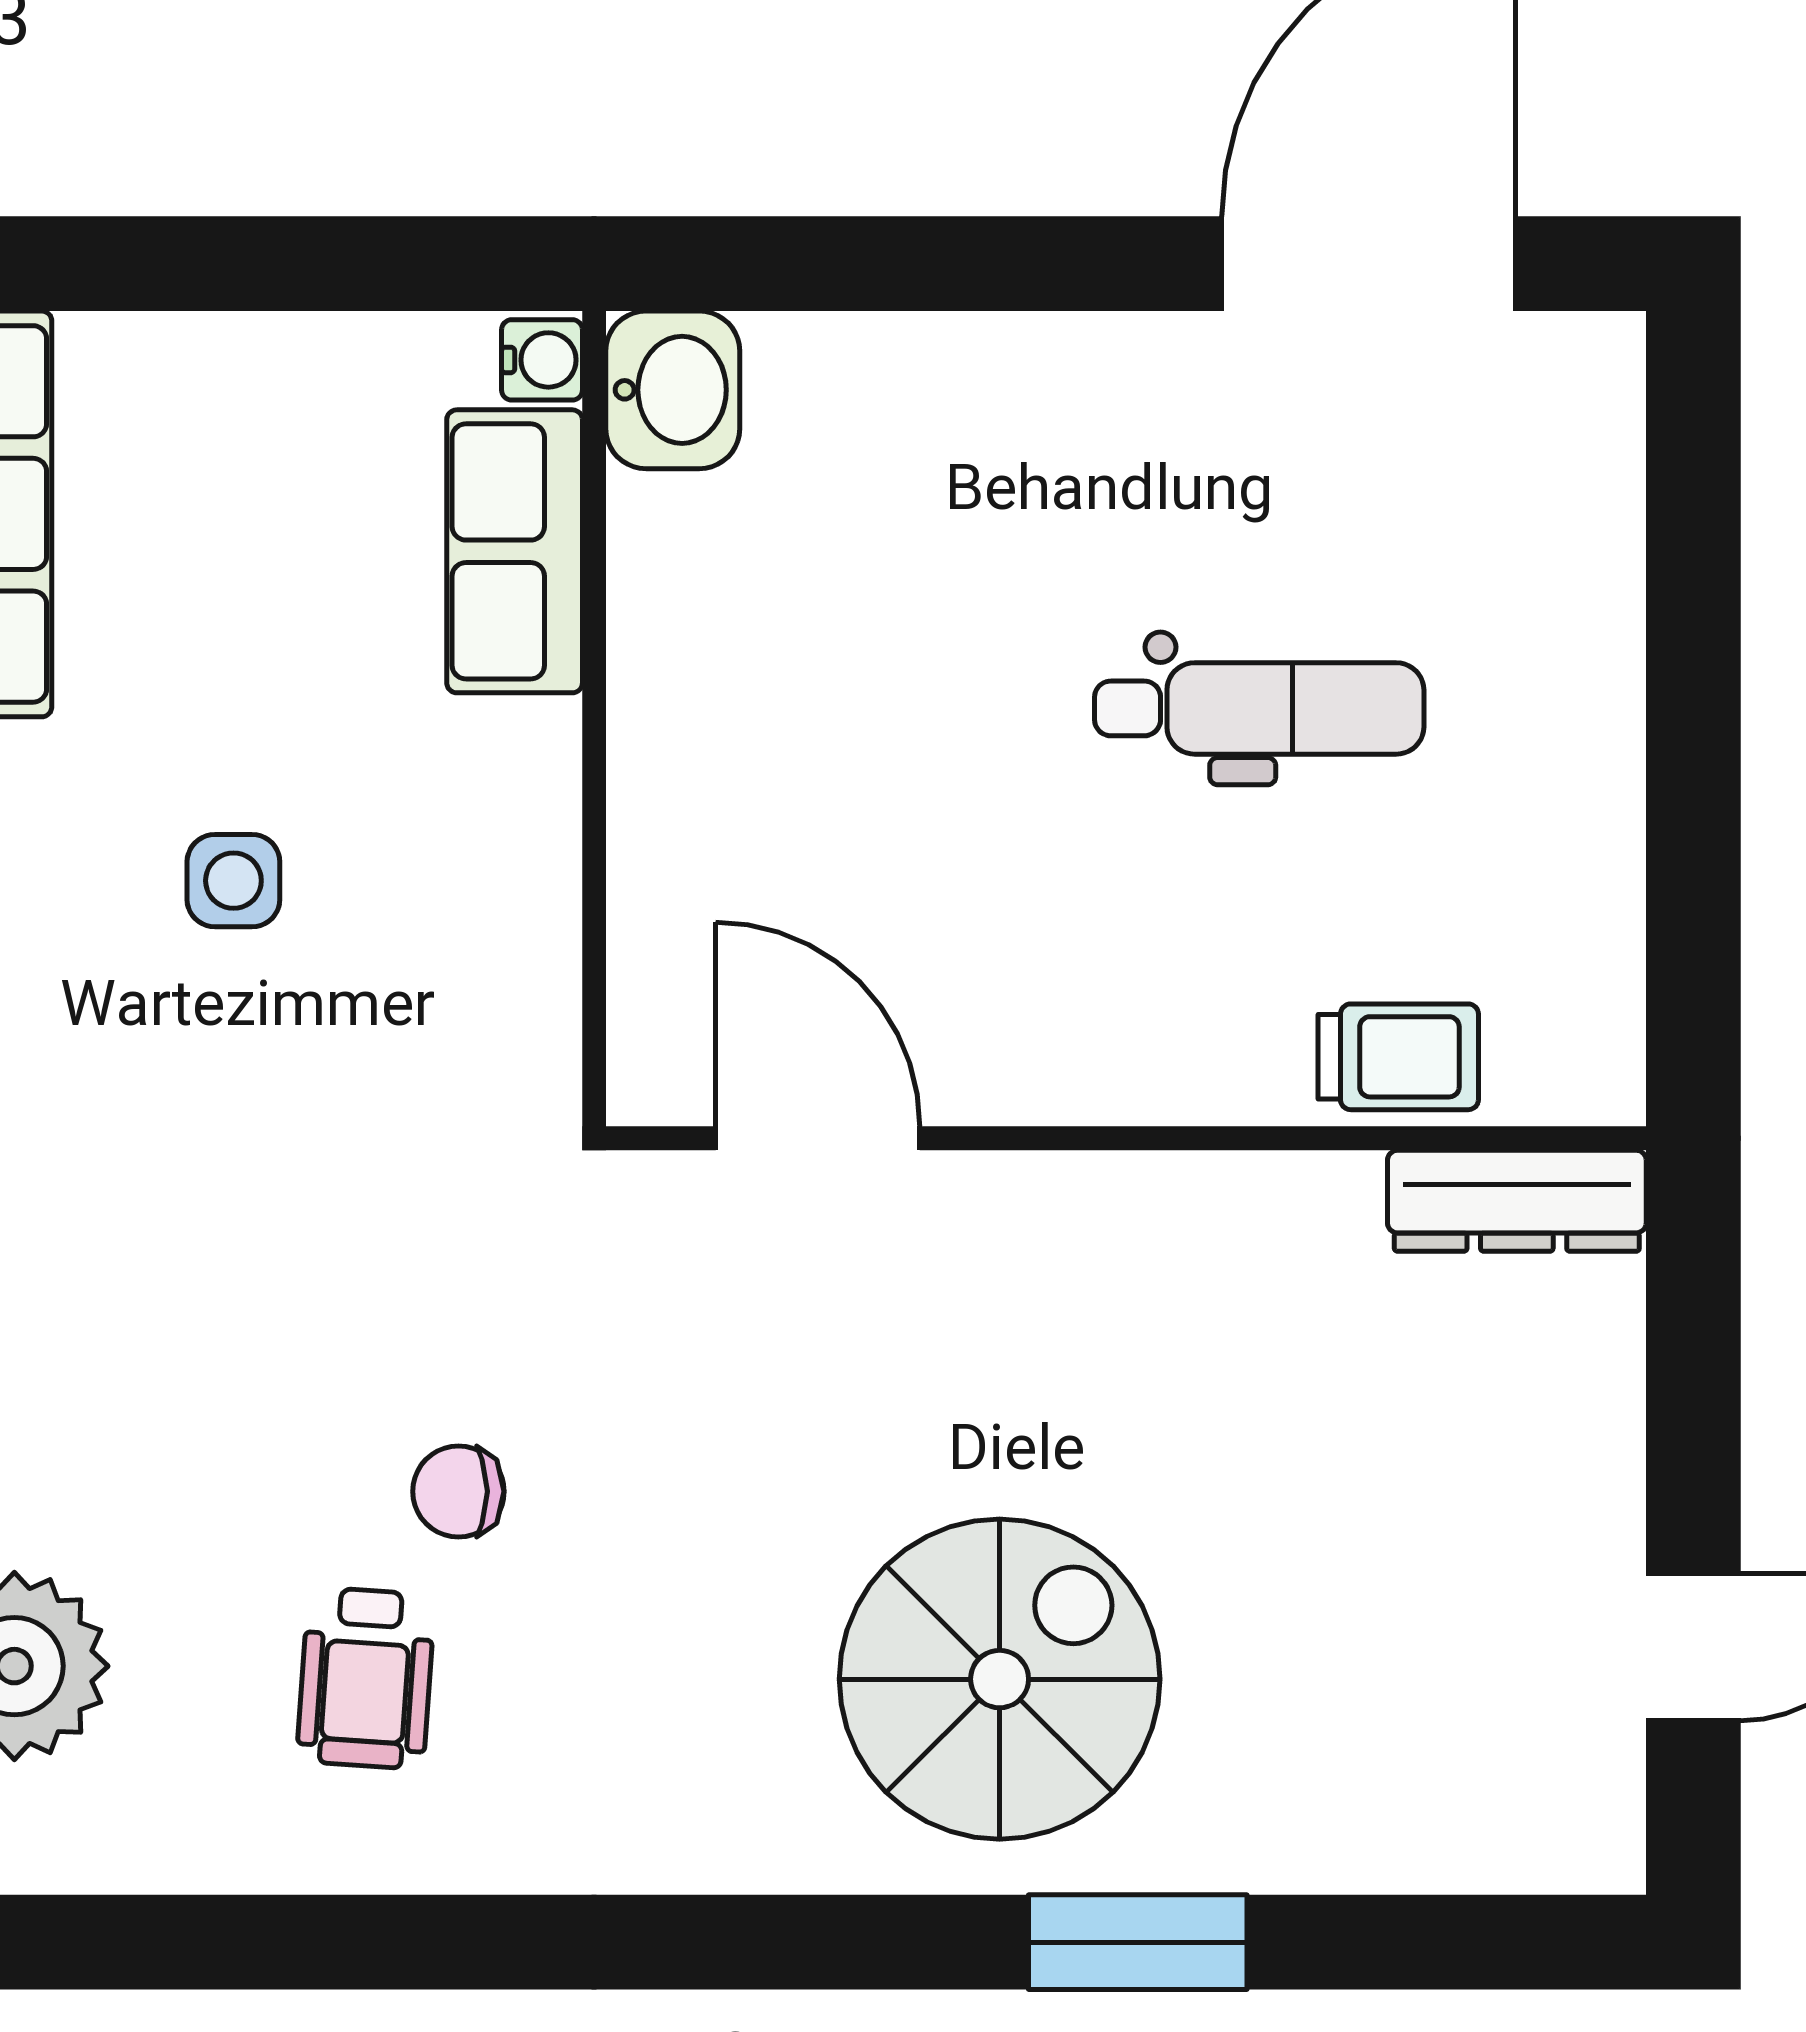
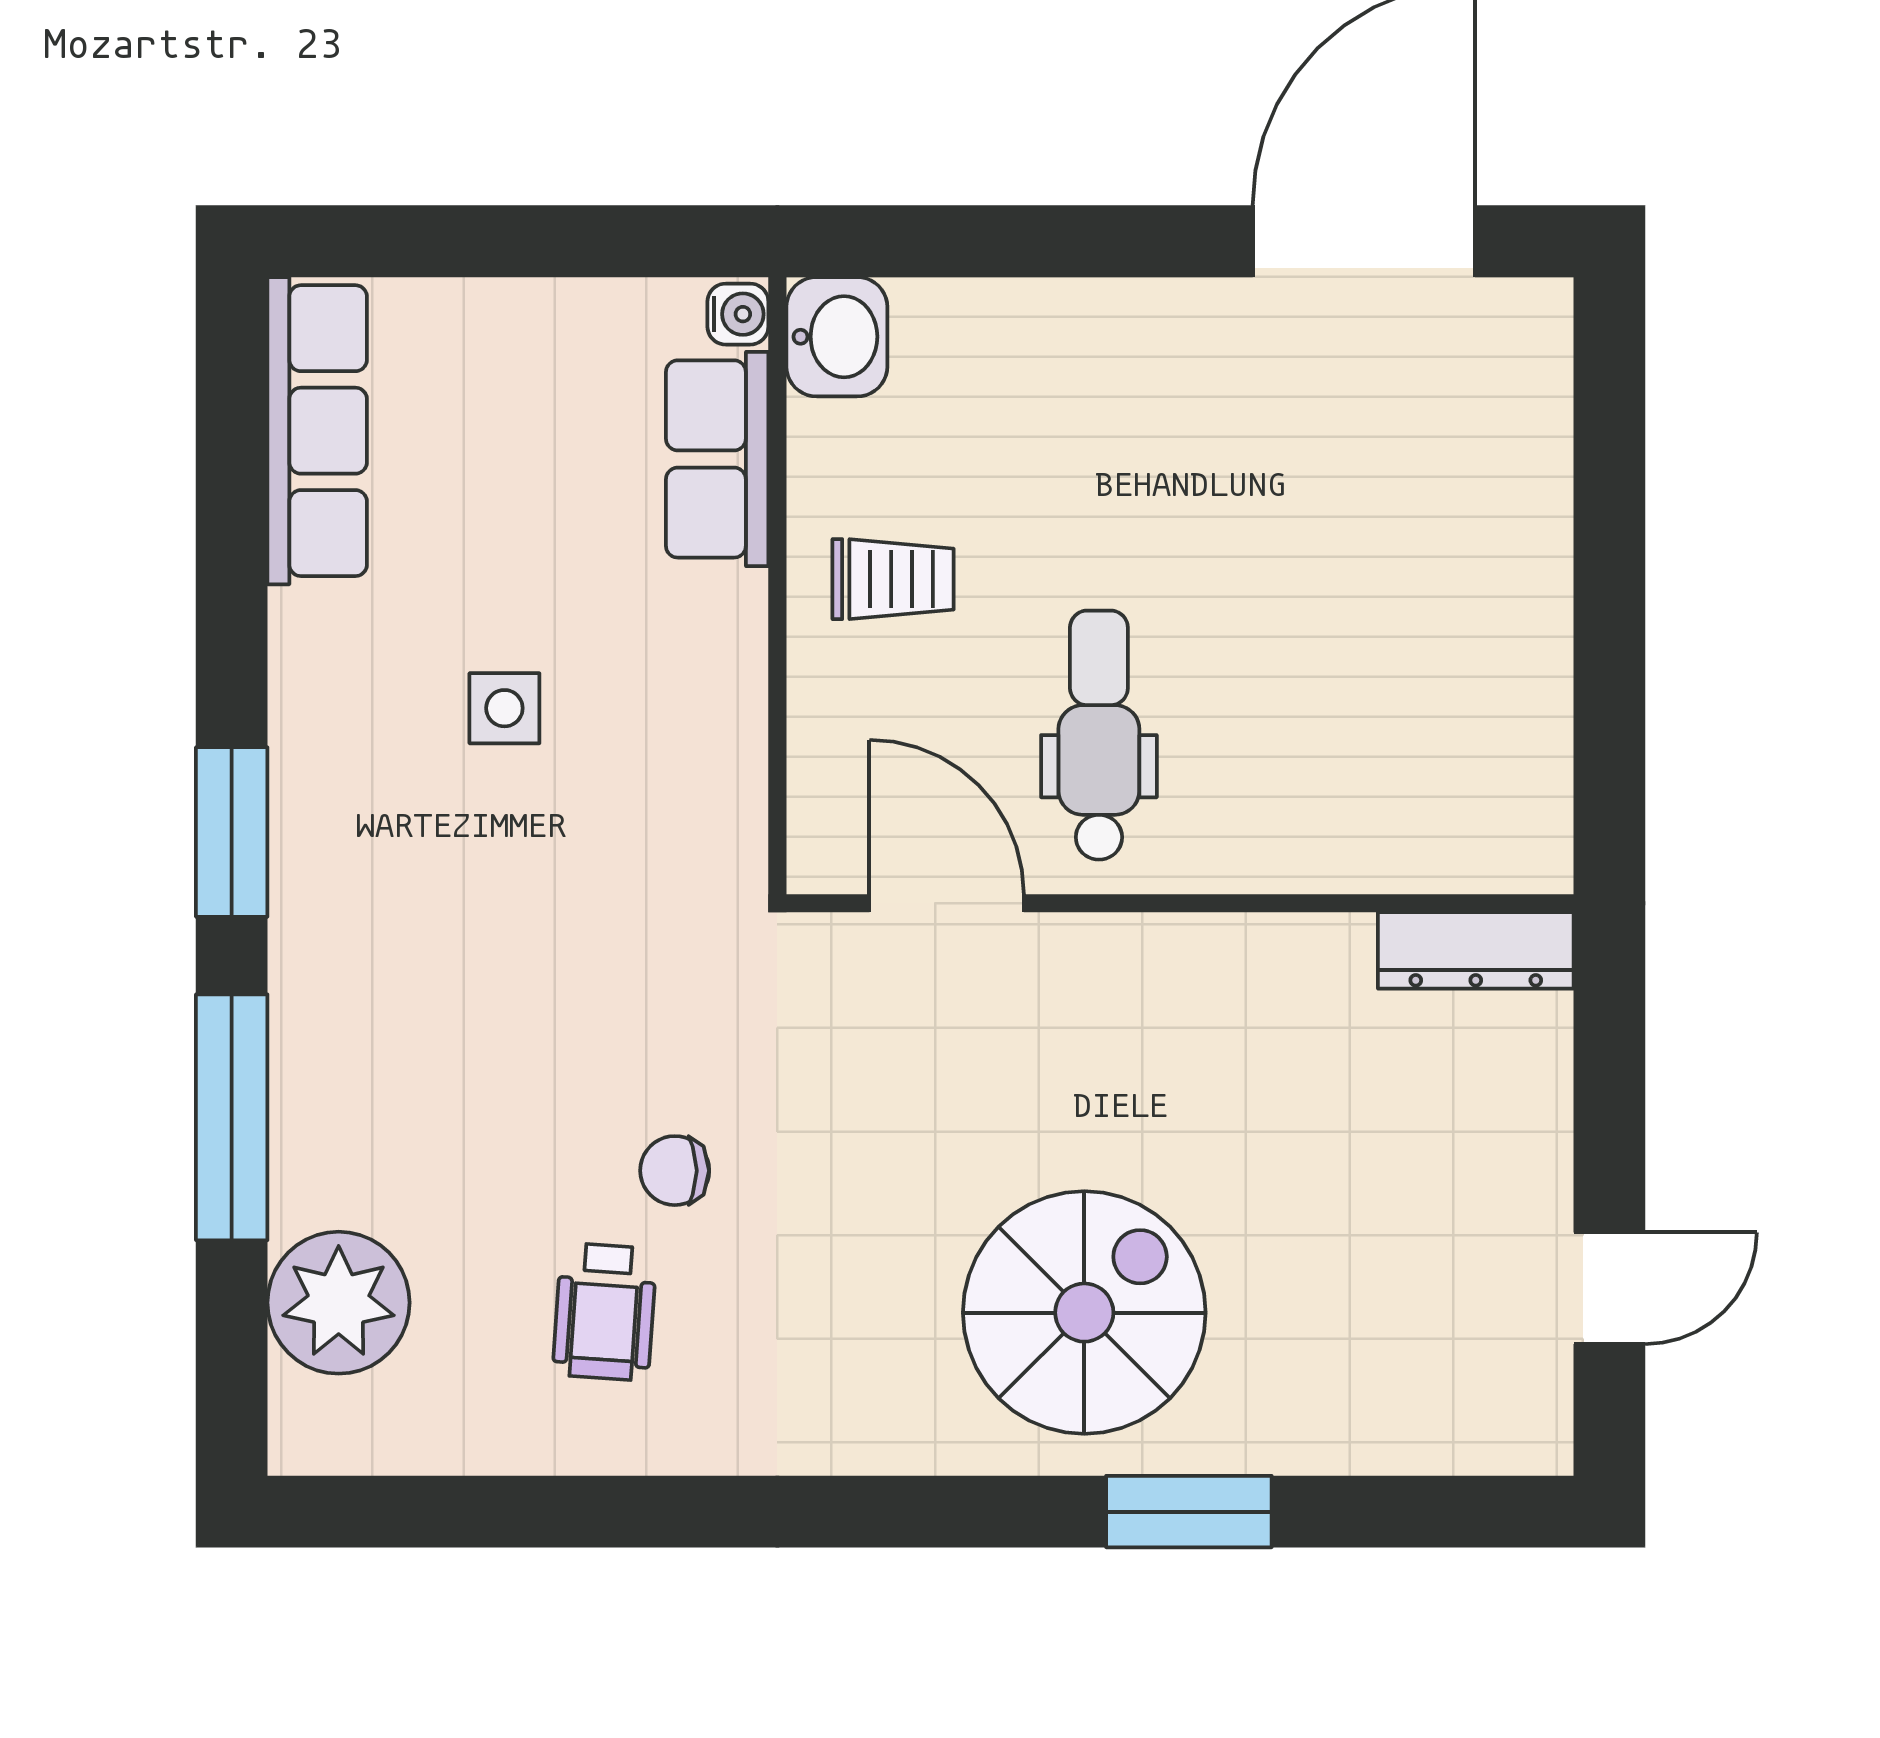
dental chair: (1259, 708) -> (1099, 735), moved, turned -90
trolley: (1398, 1057) -> (893, 579), moved

